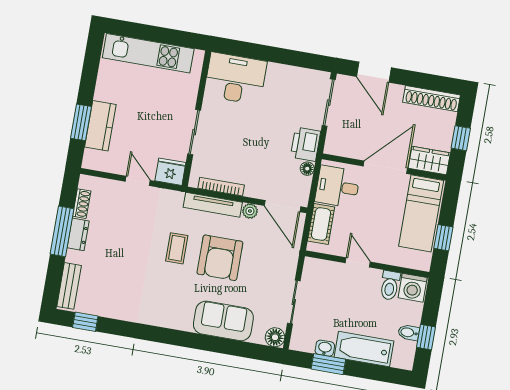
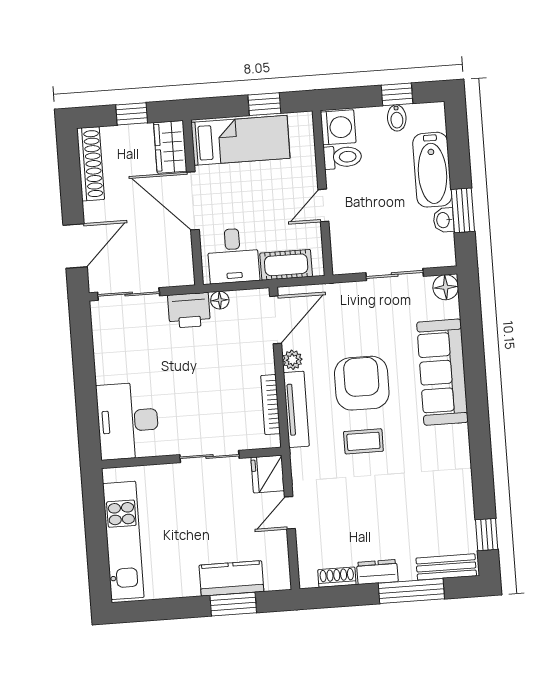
window: (62, 231) -> (411, 591), moved
armchair: (220, 258) -> (362, 383), turned -90
sofa: (223, 321) -> (442, 372), width x1.36

